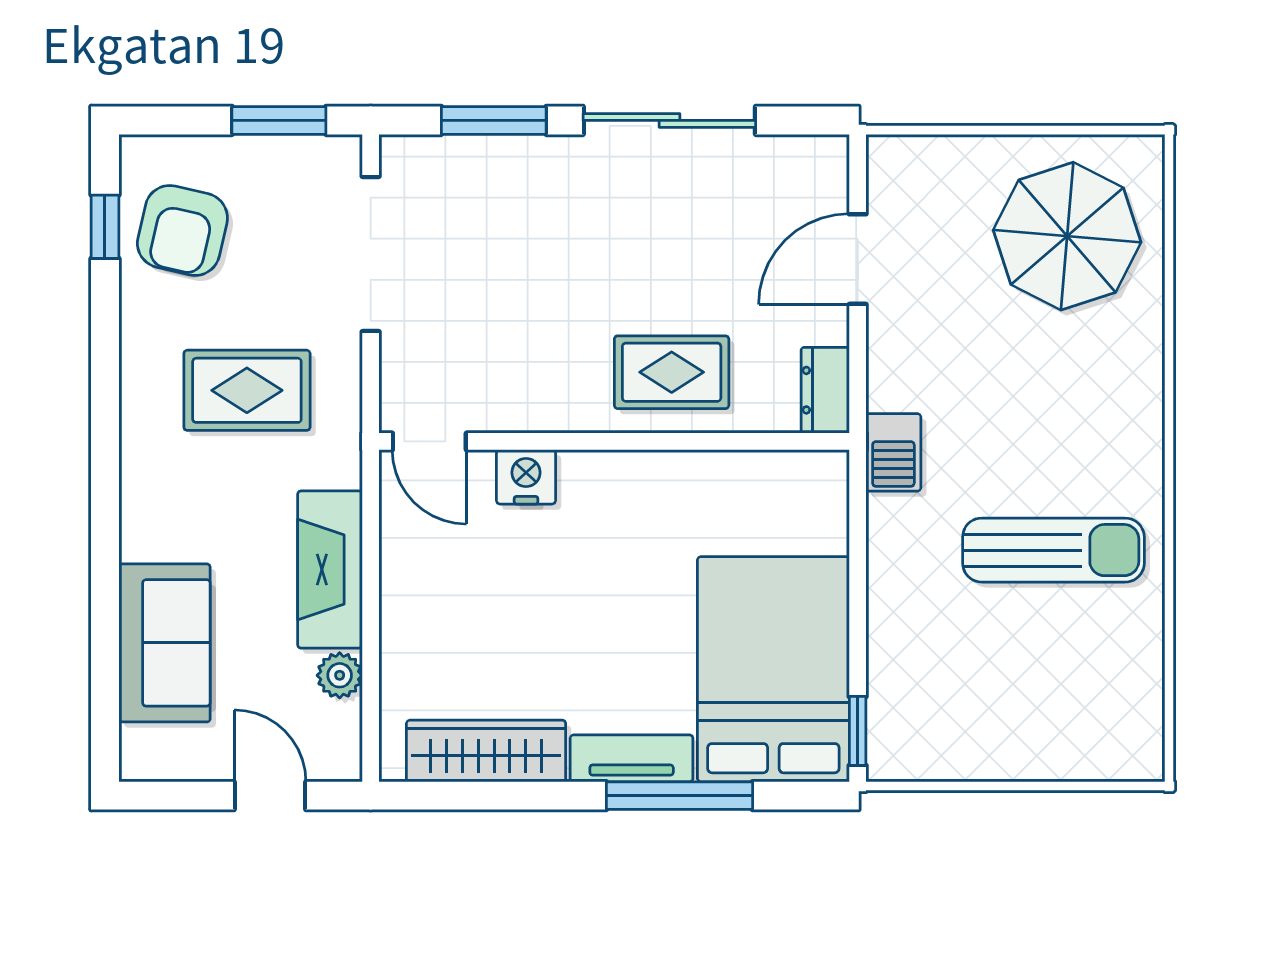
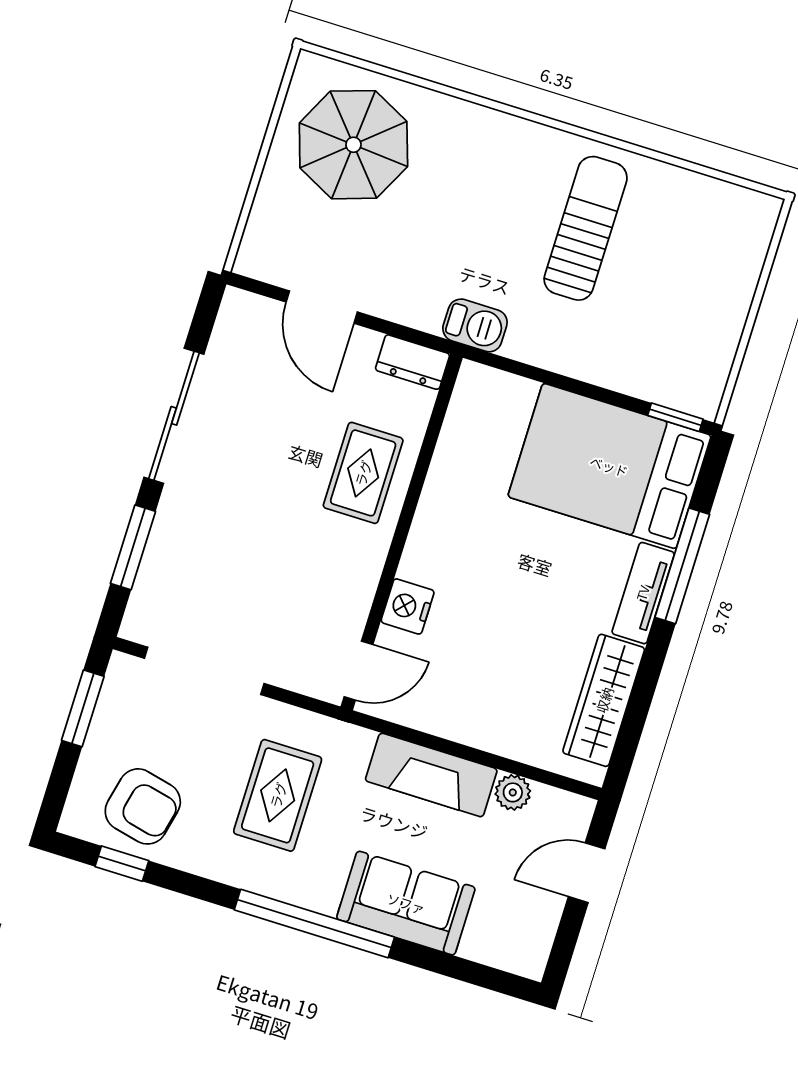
window: (105, 484) -> (314, 924), added
sofa: (165, 643) -> (406, 903), moved

